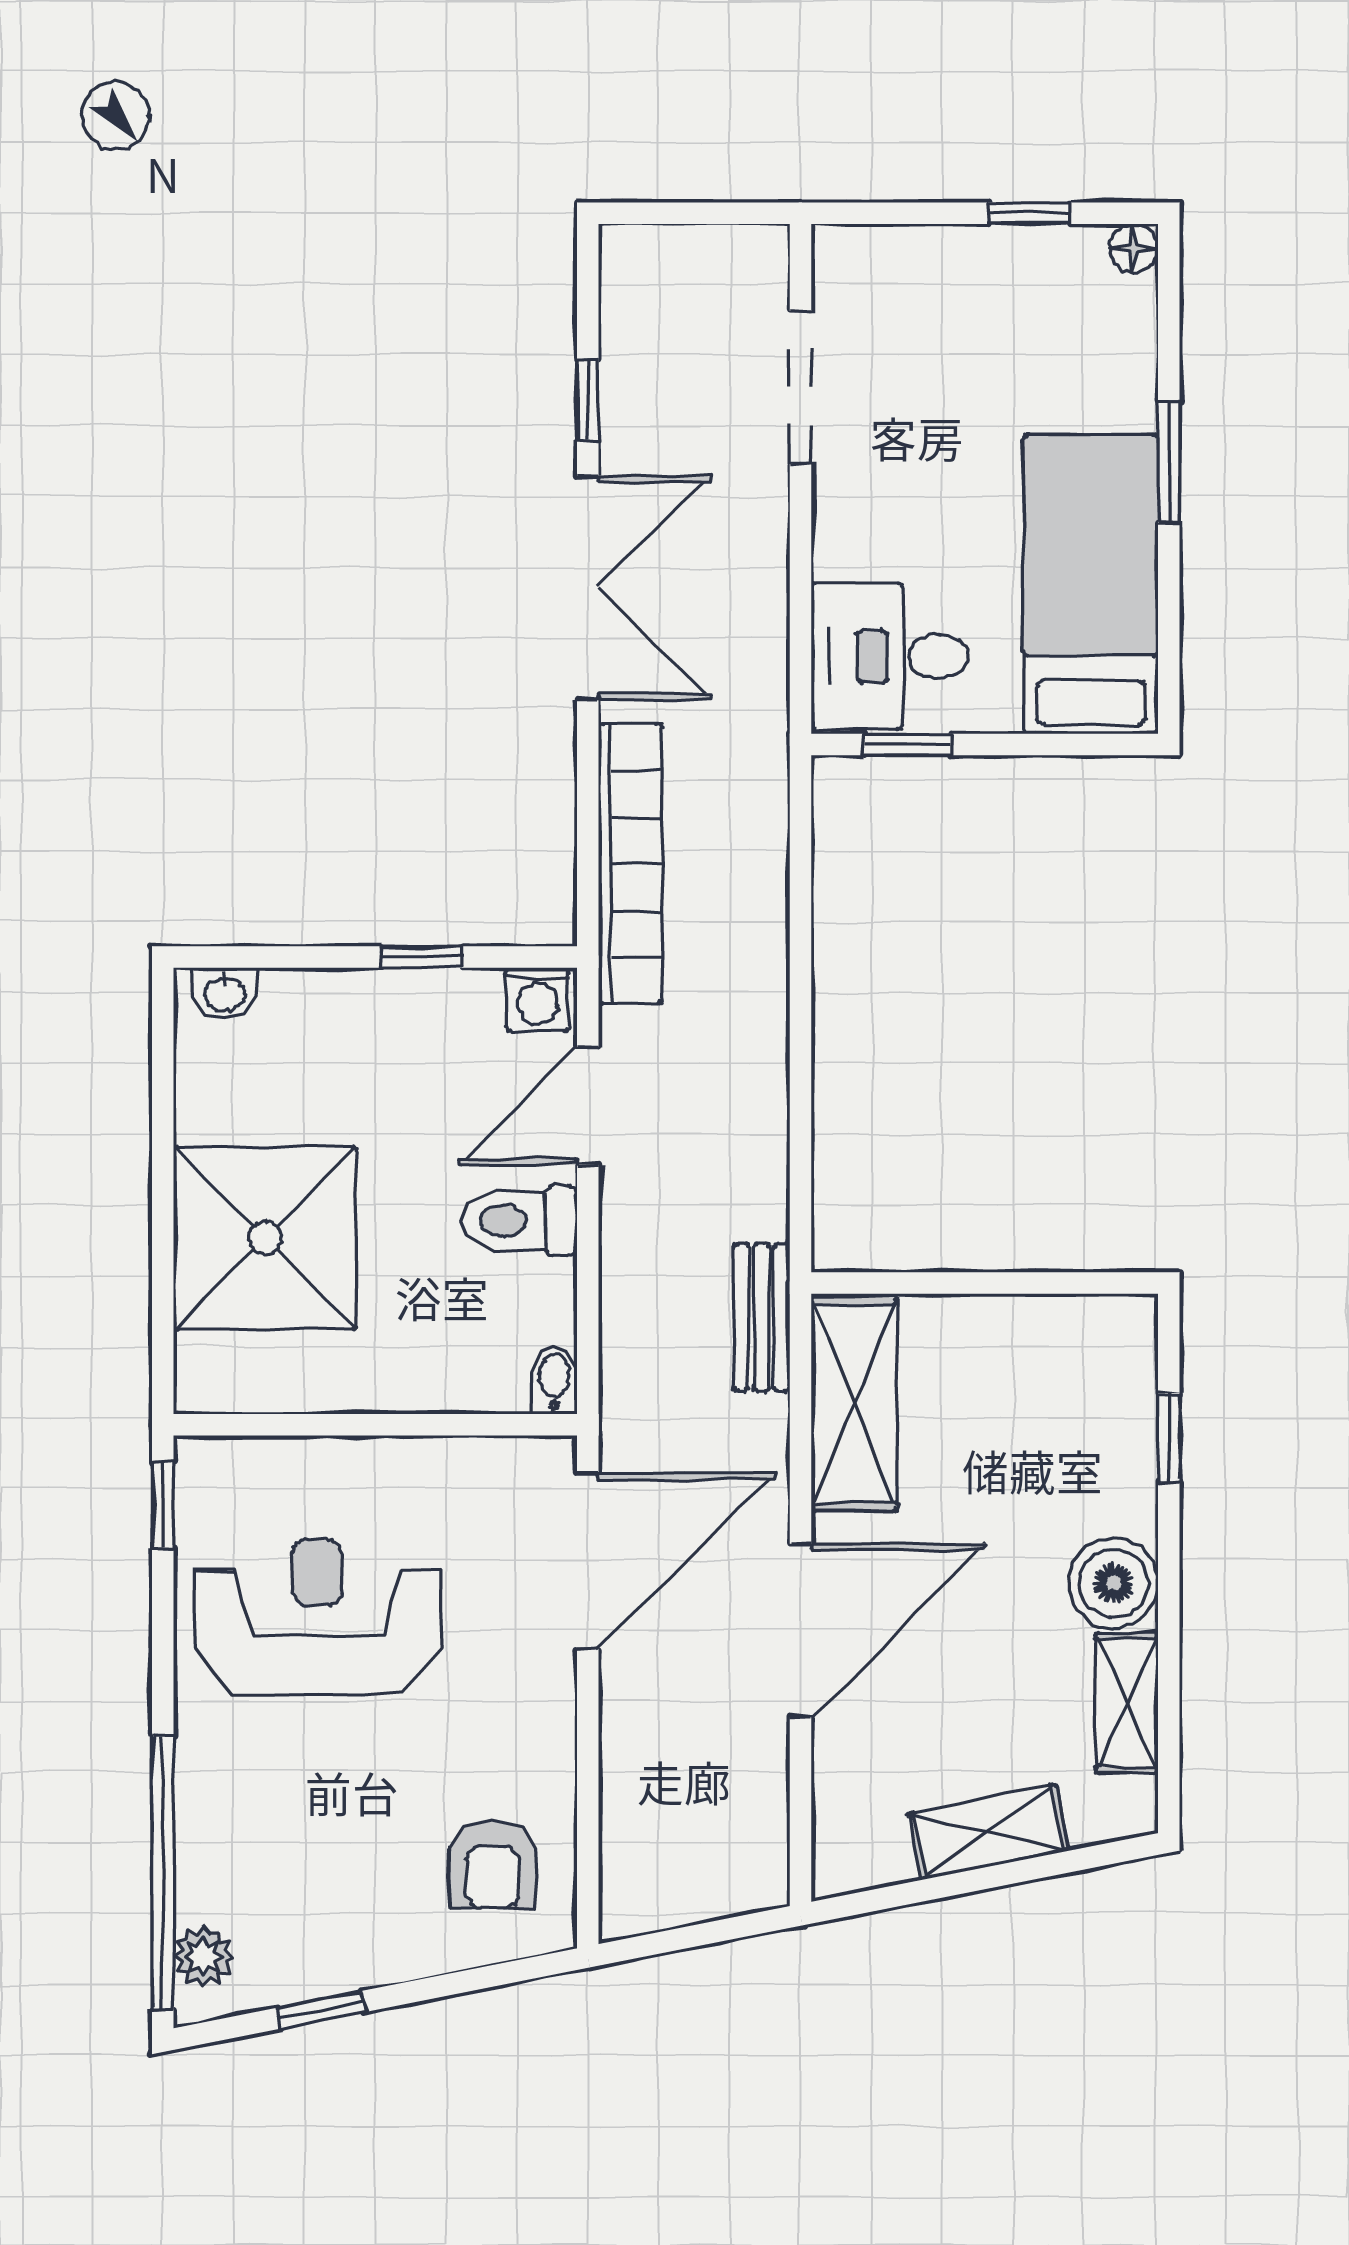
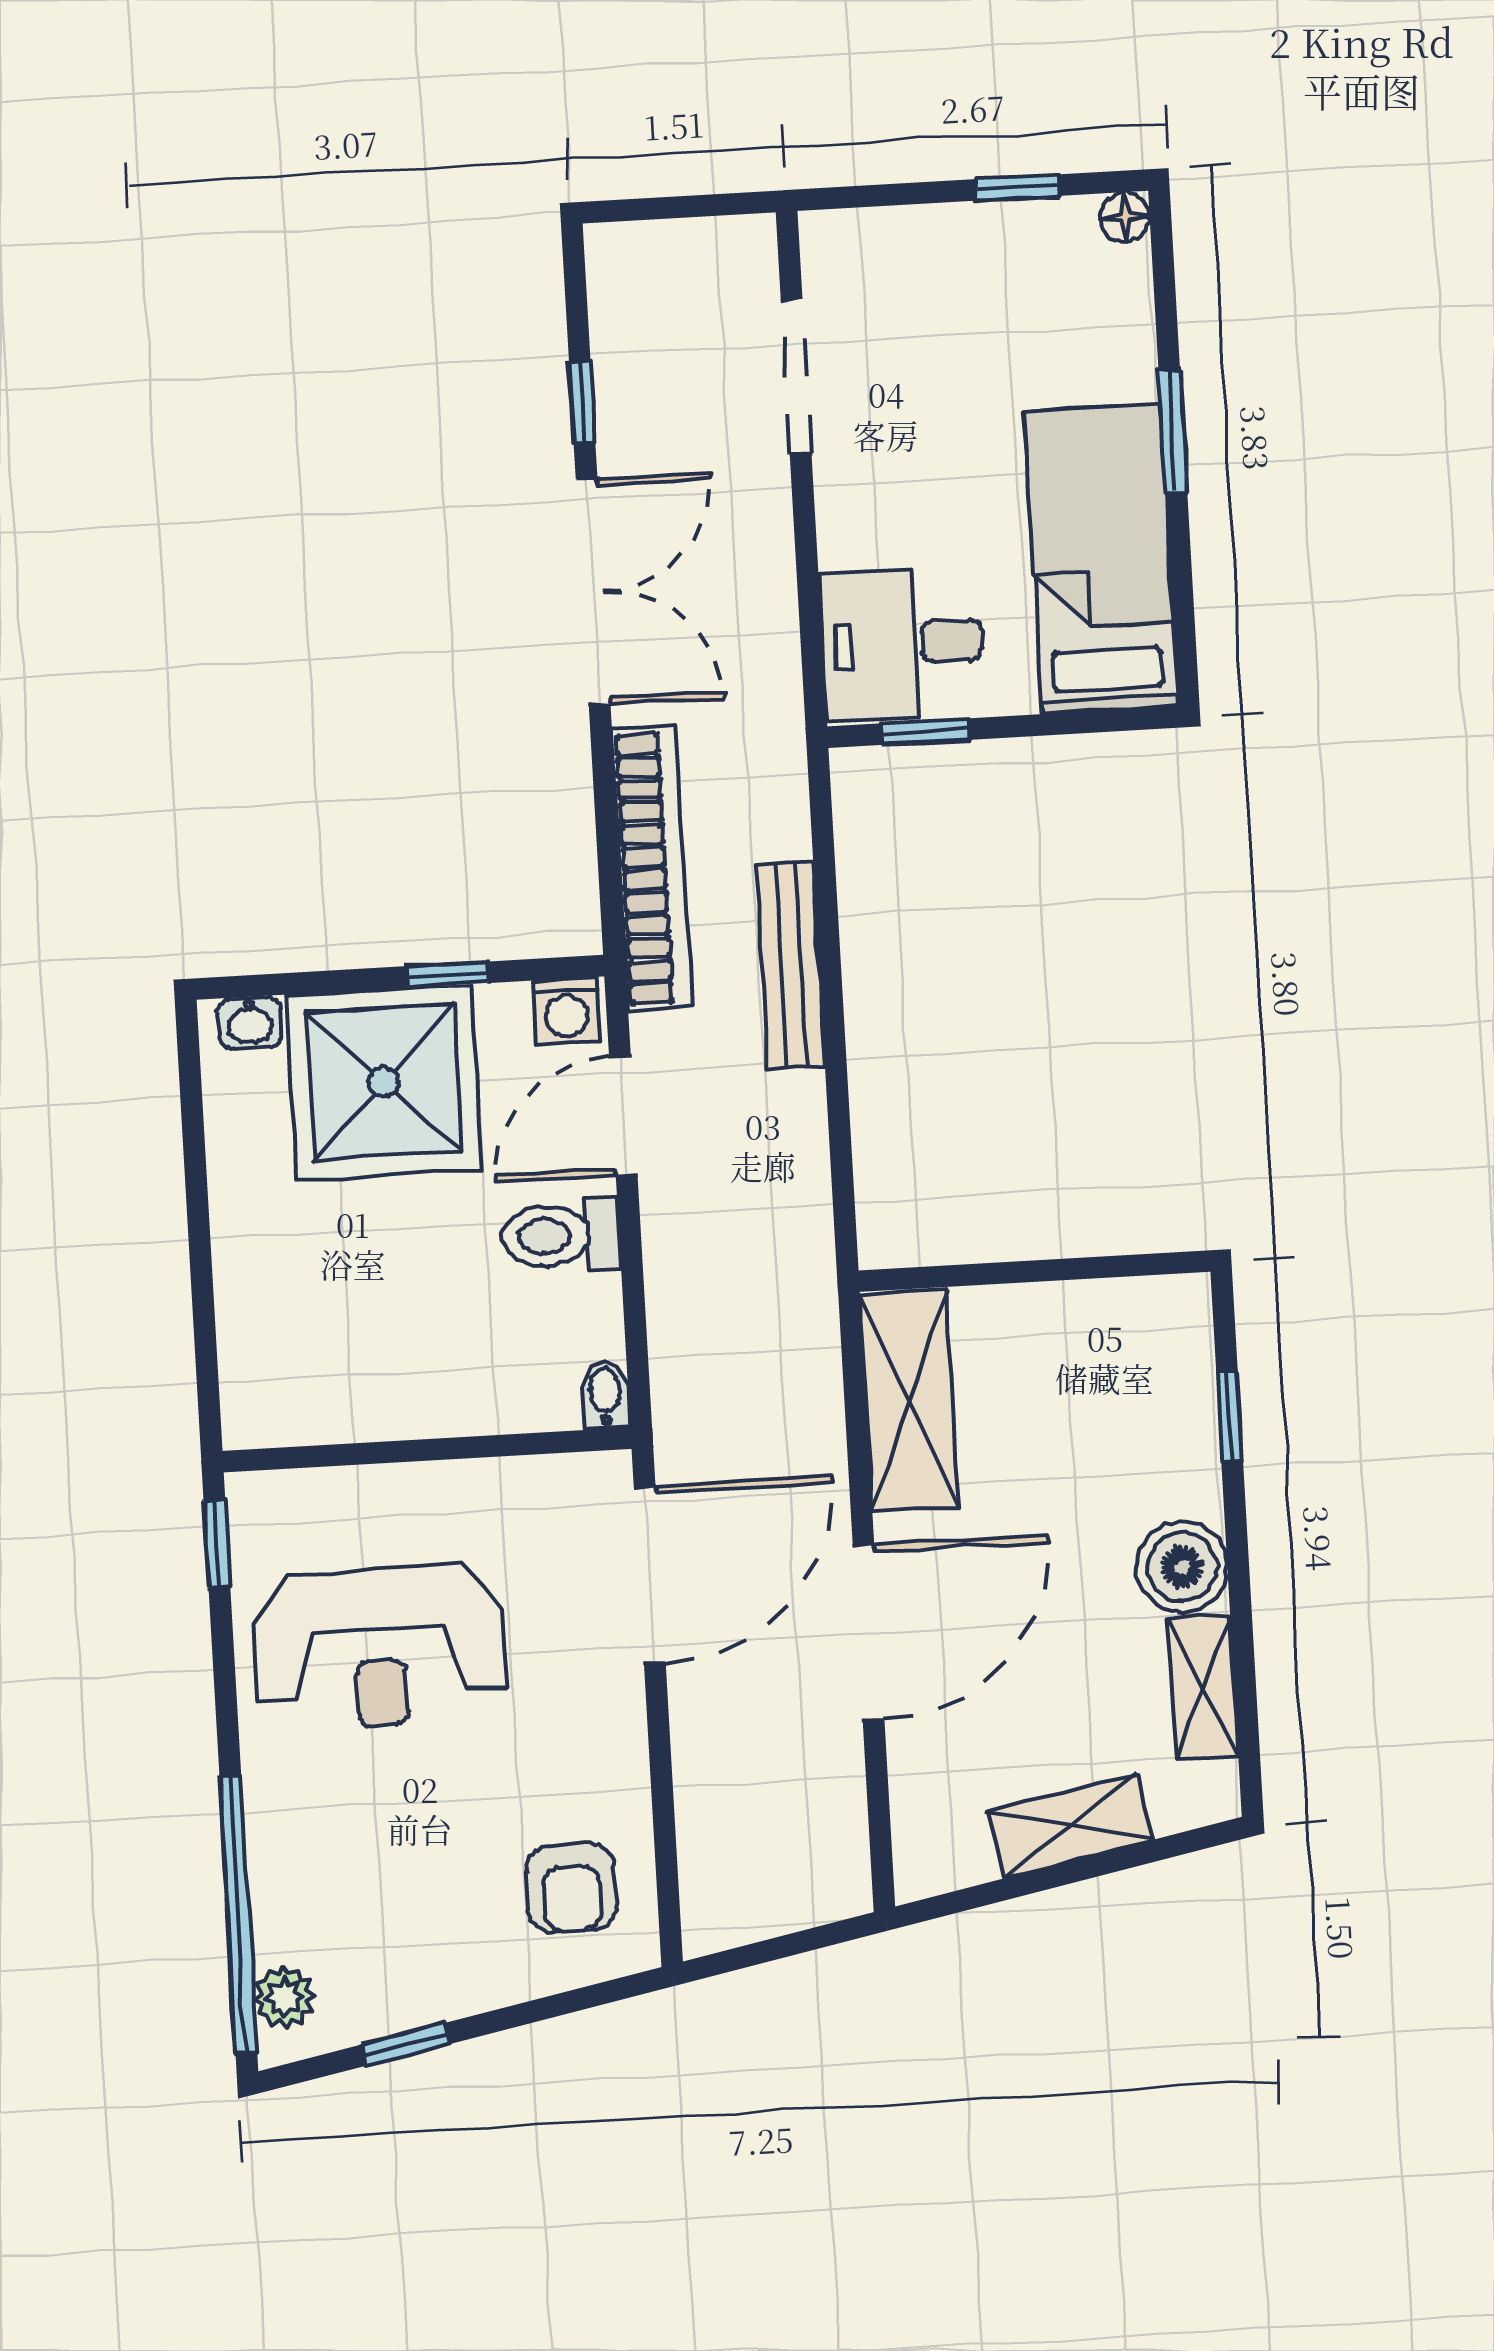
shower: (265, 1238) -> (384, 1082), moved
bench: (762, 1317) -> (791, 965), moved, width x1.36
reception desk: (317, 1617) -> (380, 1648), turned 180

